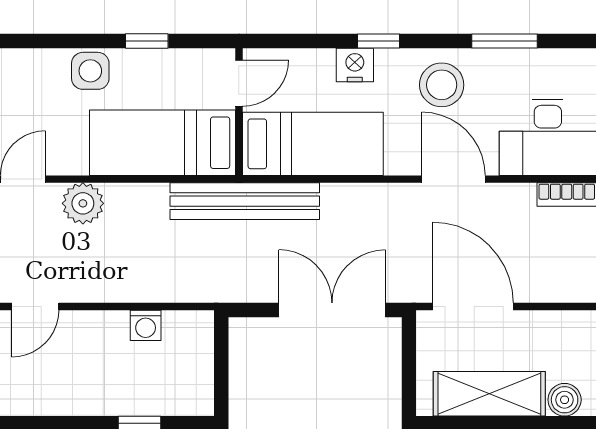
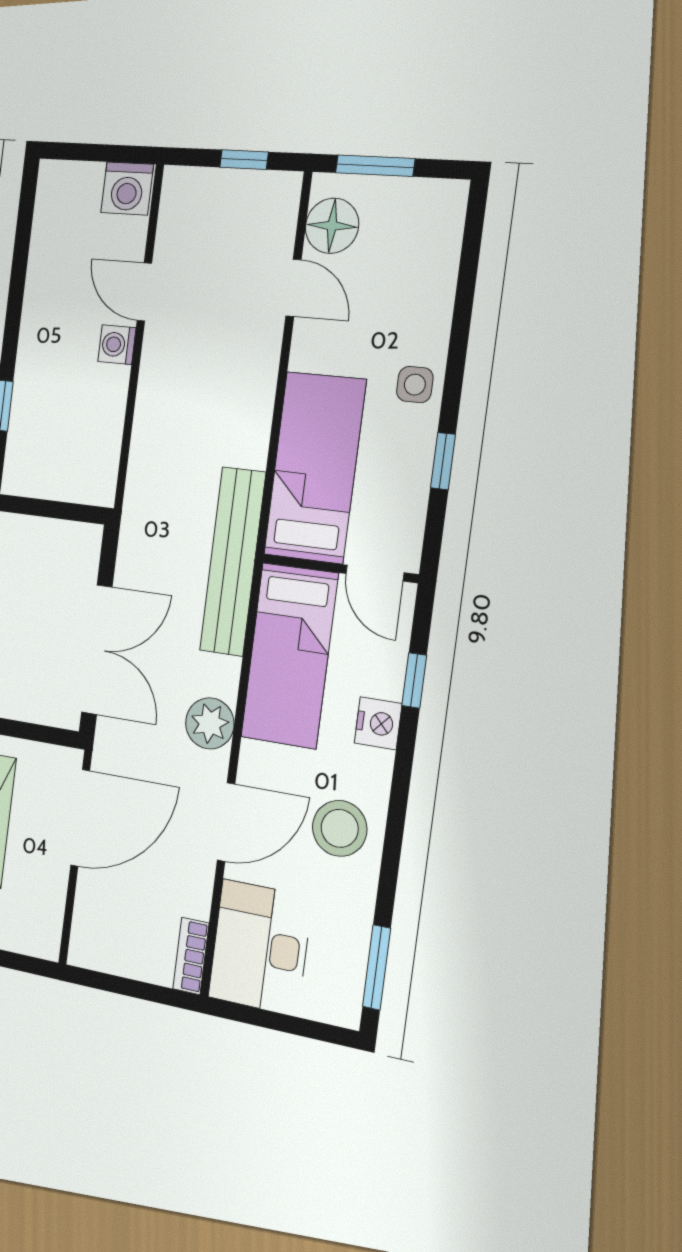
window: (379, 41) -> (414, 680), moved
window: (504, 41) -> (377, 967), moved
side table: (90, 71) -> (415, 385), width x0.73, depth x0.73
plant: (83, 203) -> (210, 723), moved
washing machine: (146, 325) -> (117, 345), moved

